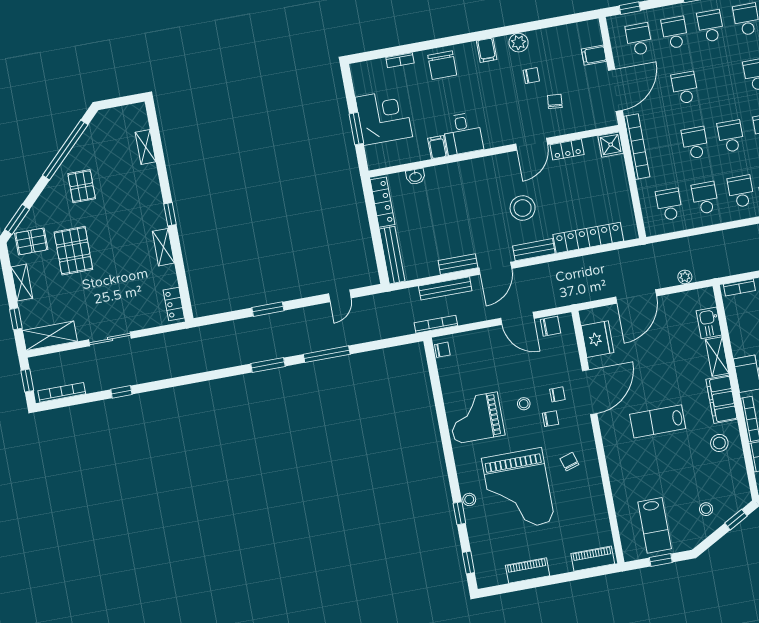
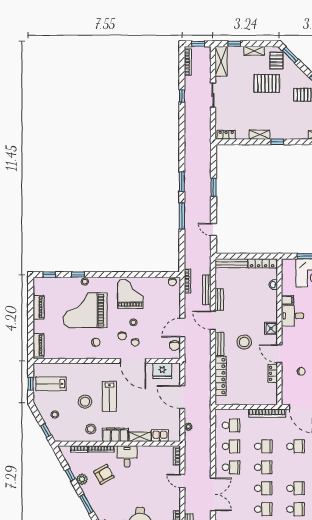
shower: (611, 145) -> (271, 328), moved
lab bench: (658, 421) -> (109, 396), turned 180
stool: (674, 462) -> (85, 402), added

